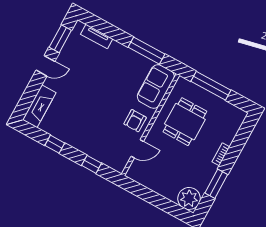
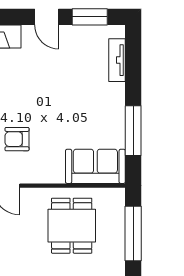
armchair: (135, 121) -> (17, 139), moved
dining table: (185, 122) -> (72, 226), turned 90

